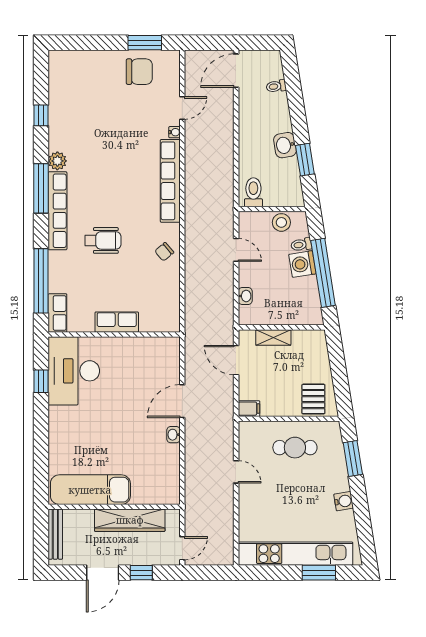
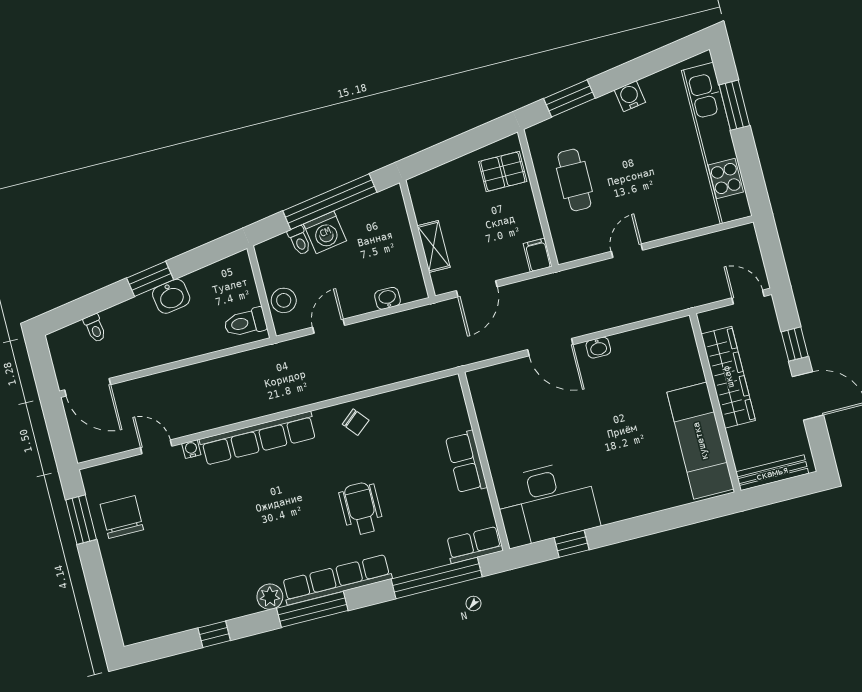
window: (305, 160) -> (150, 279), moved
stool: (281, 222) -> (284, 300), moved

